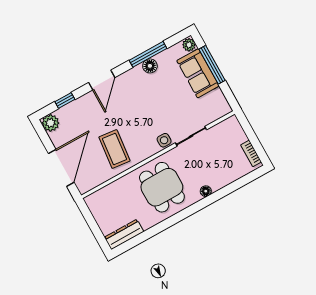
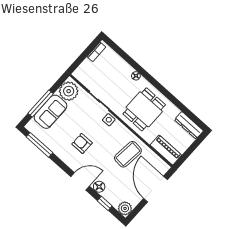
plant: (189, 45) -> (69, 91), moved, width x1.88, depth x1.88
window: (148, 54) -> (39, 145), moved
floor lamp: (150, 66) -> (99, 187), moved
armchair: (147, 98) -> (82, 143), added
door: (61, 168) -> (156, 189), hinge flipped
piano: (104, 196) -> (166, 150), added

